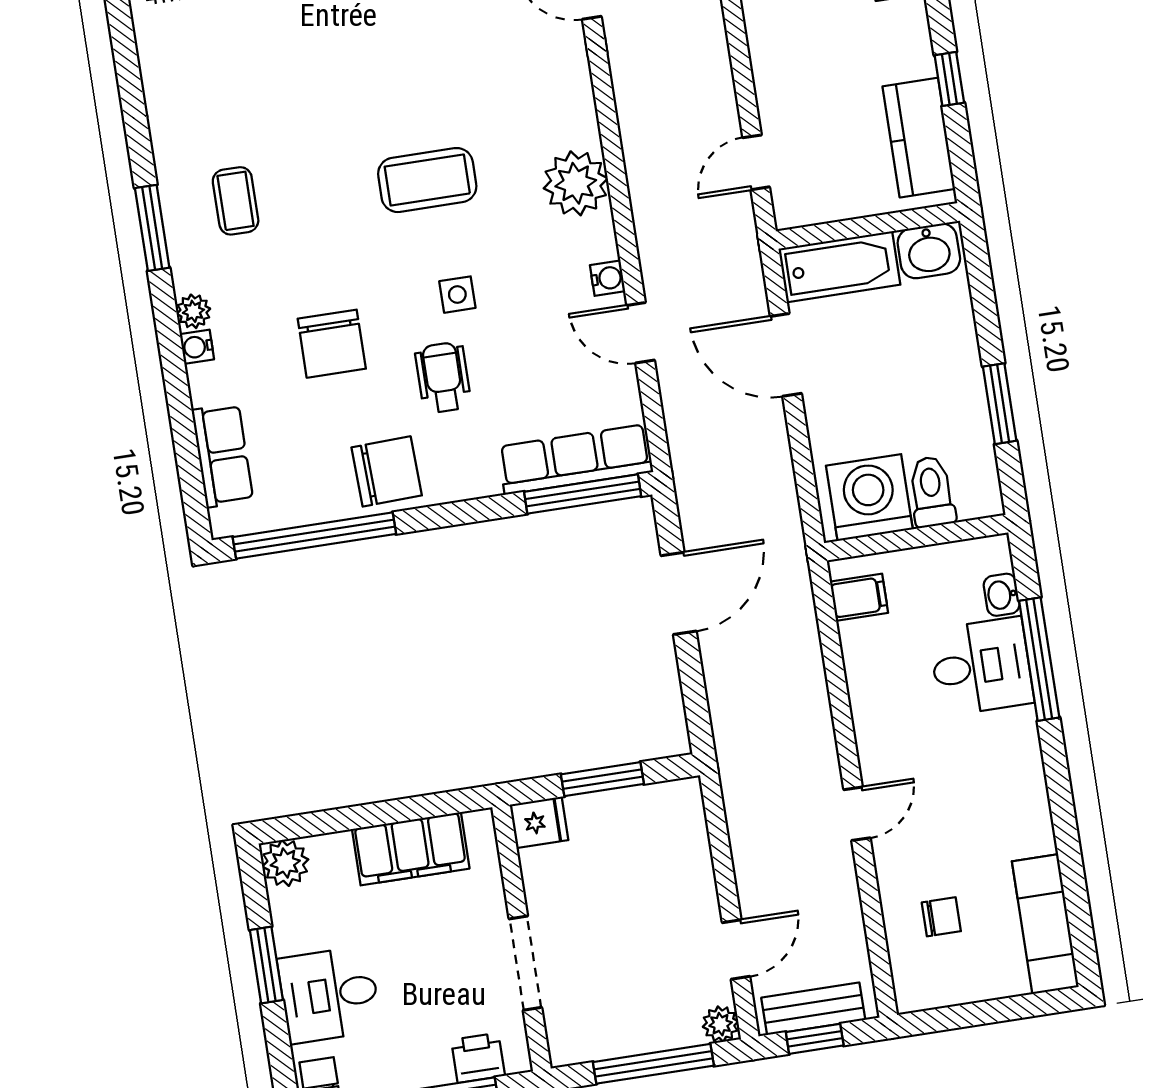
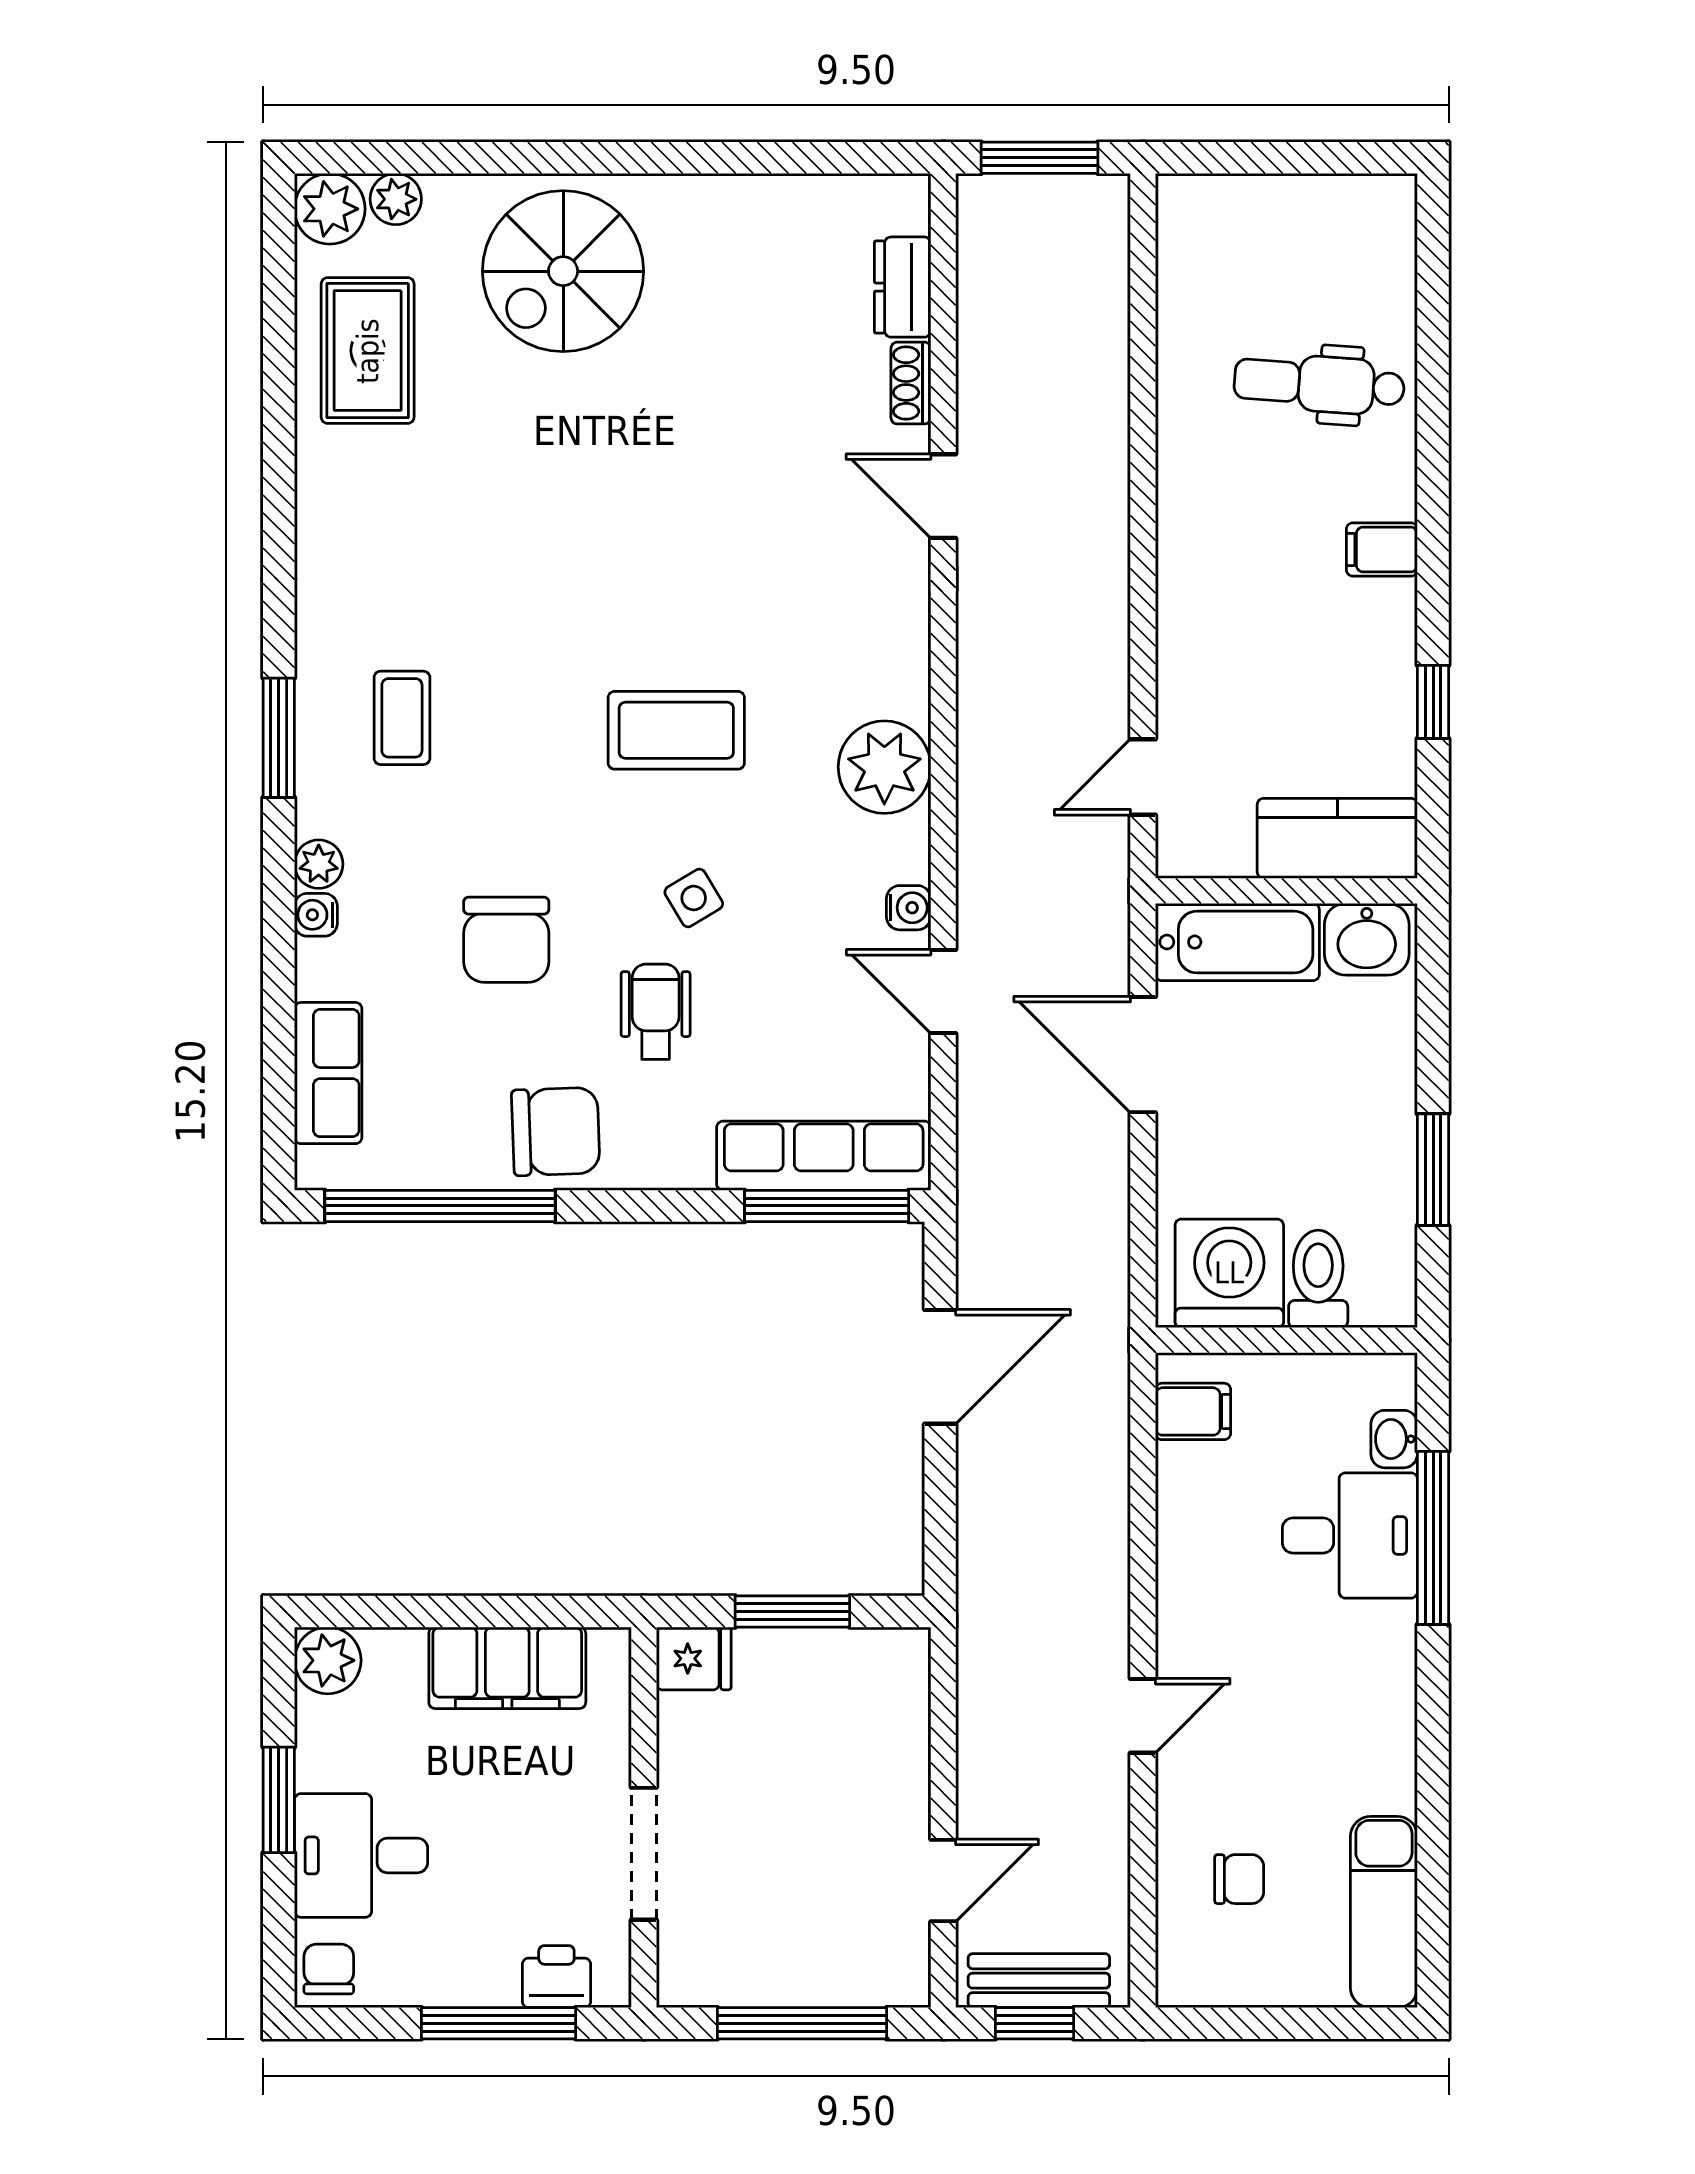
kitchen counter: (919, 138) -> (1337, 838), moved, turned 90
side table: (457, 295) -> (694, 898), turned -31
plant: (721, 1024) -> (905, 1982), removed

